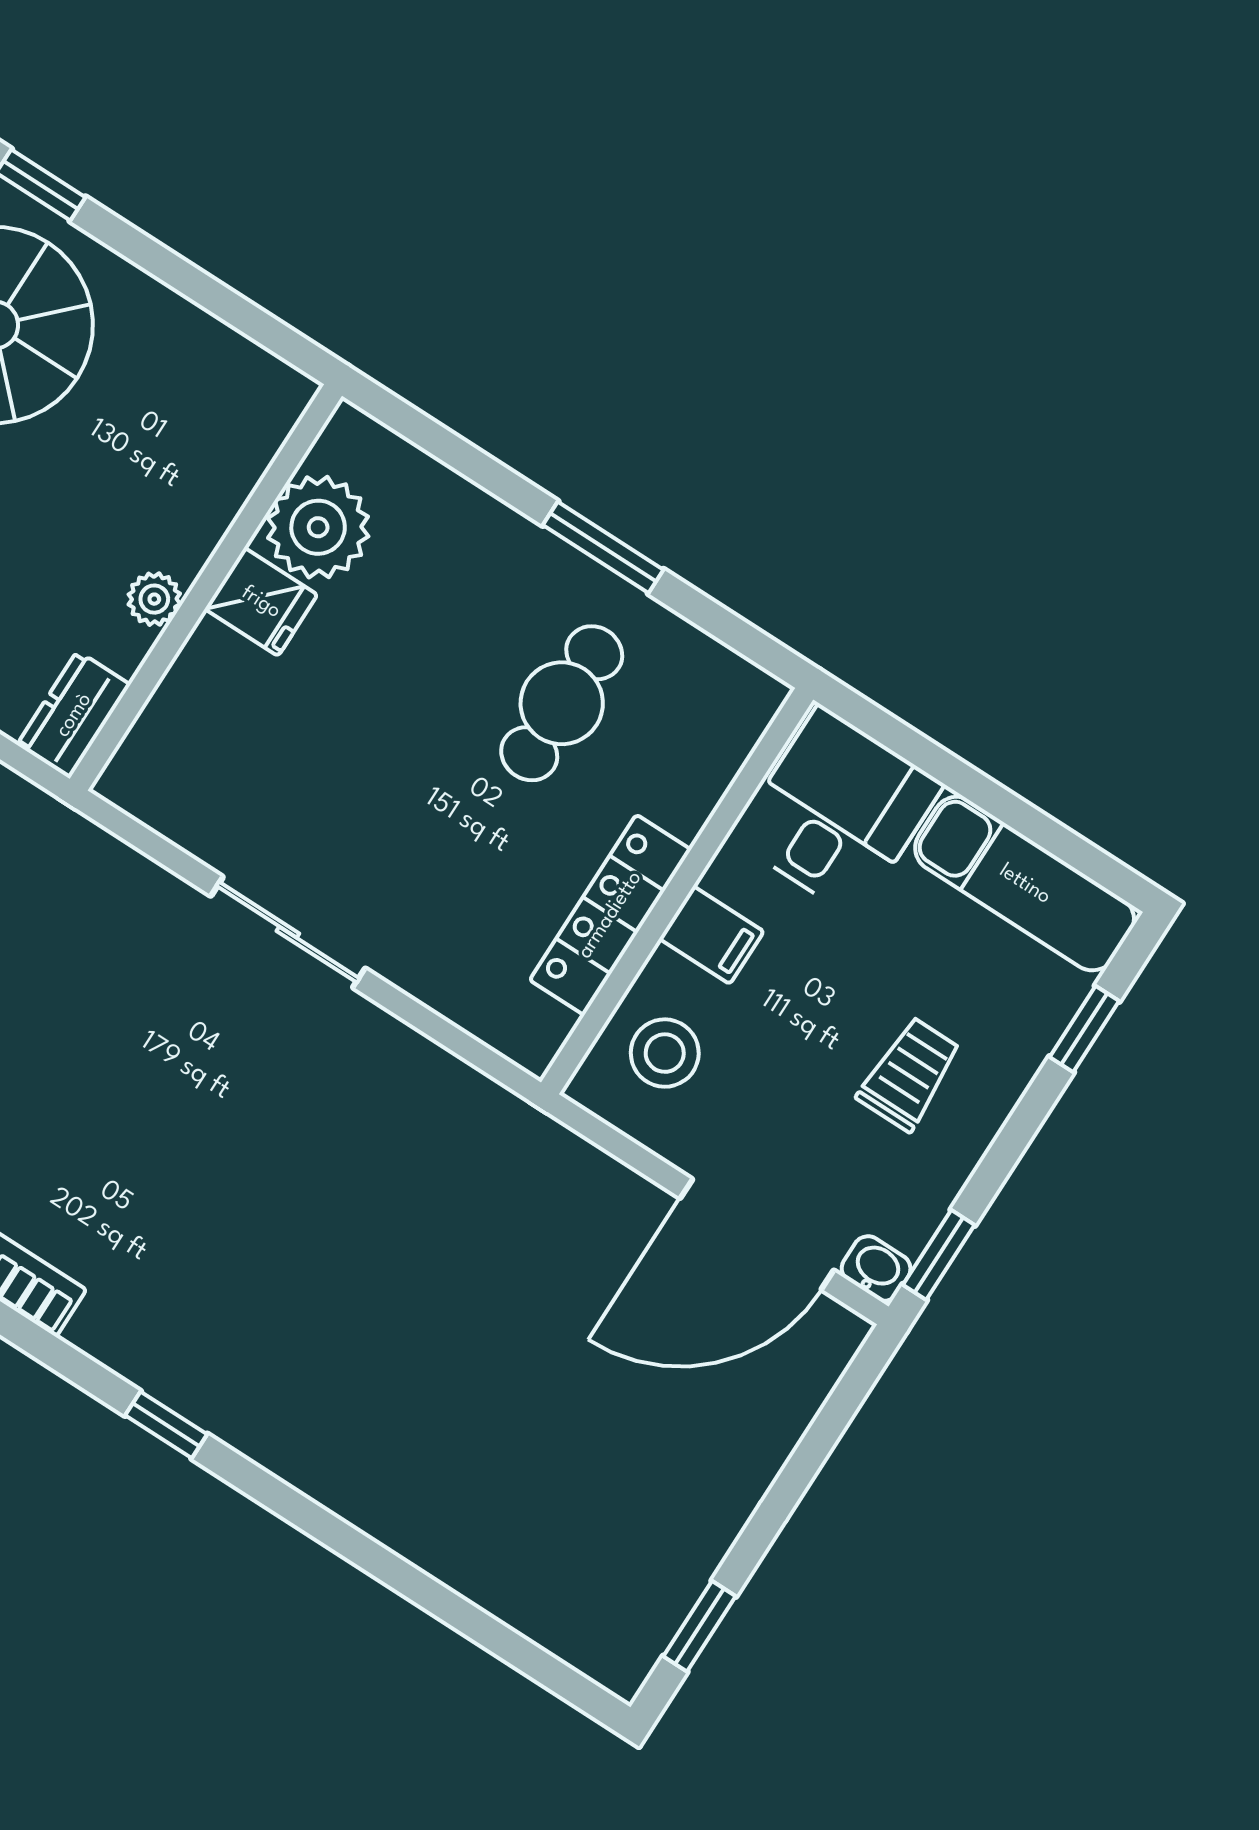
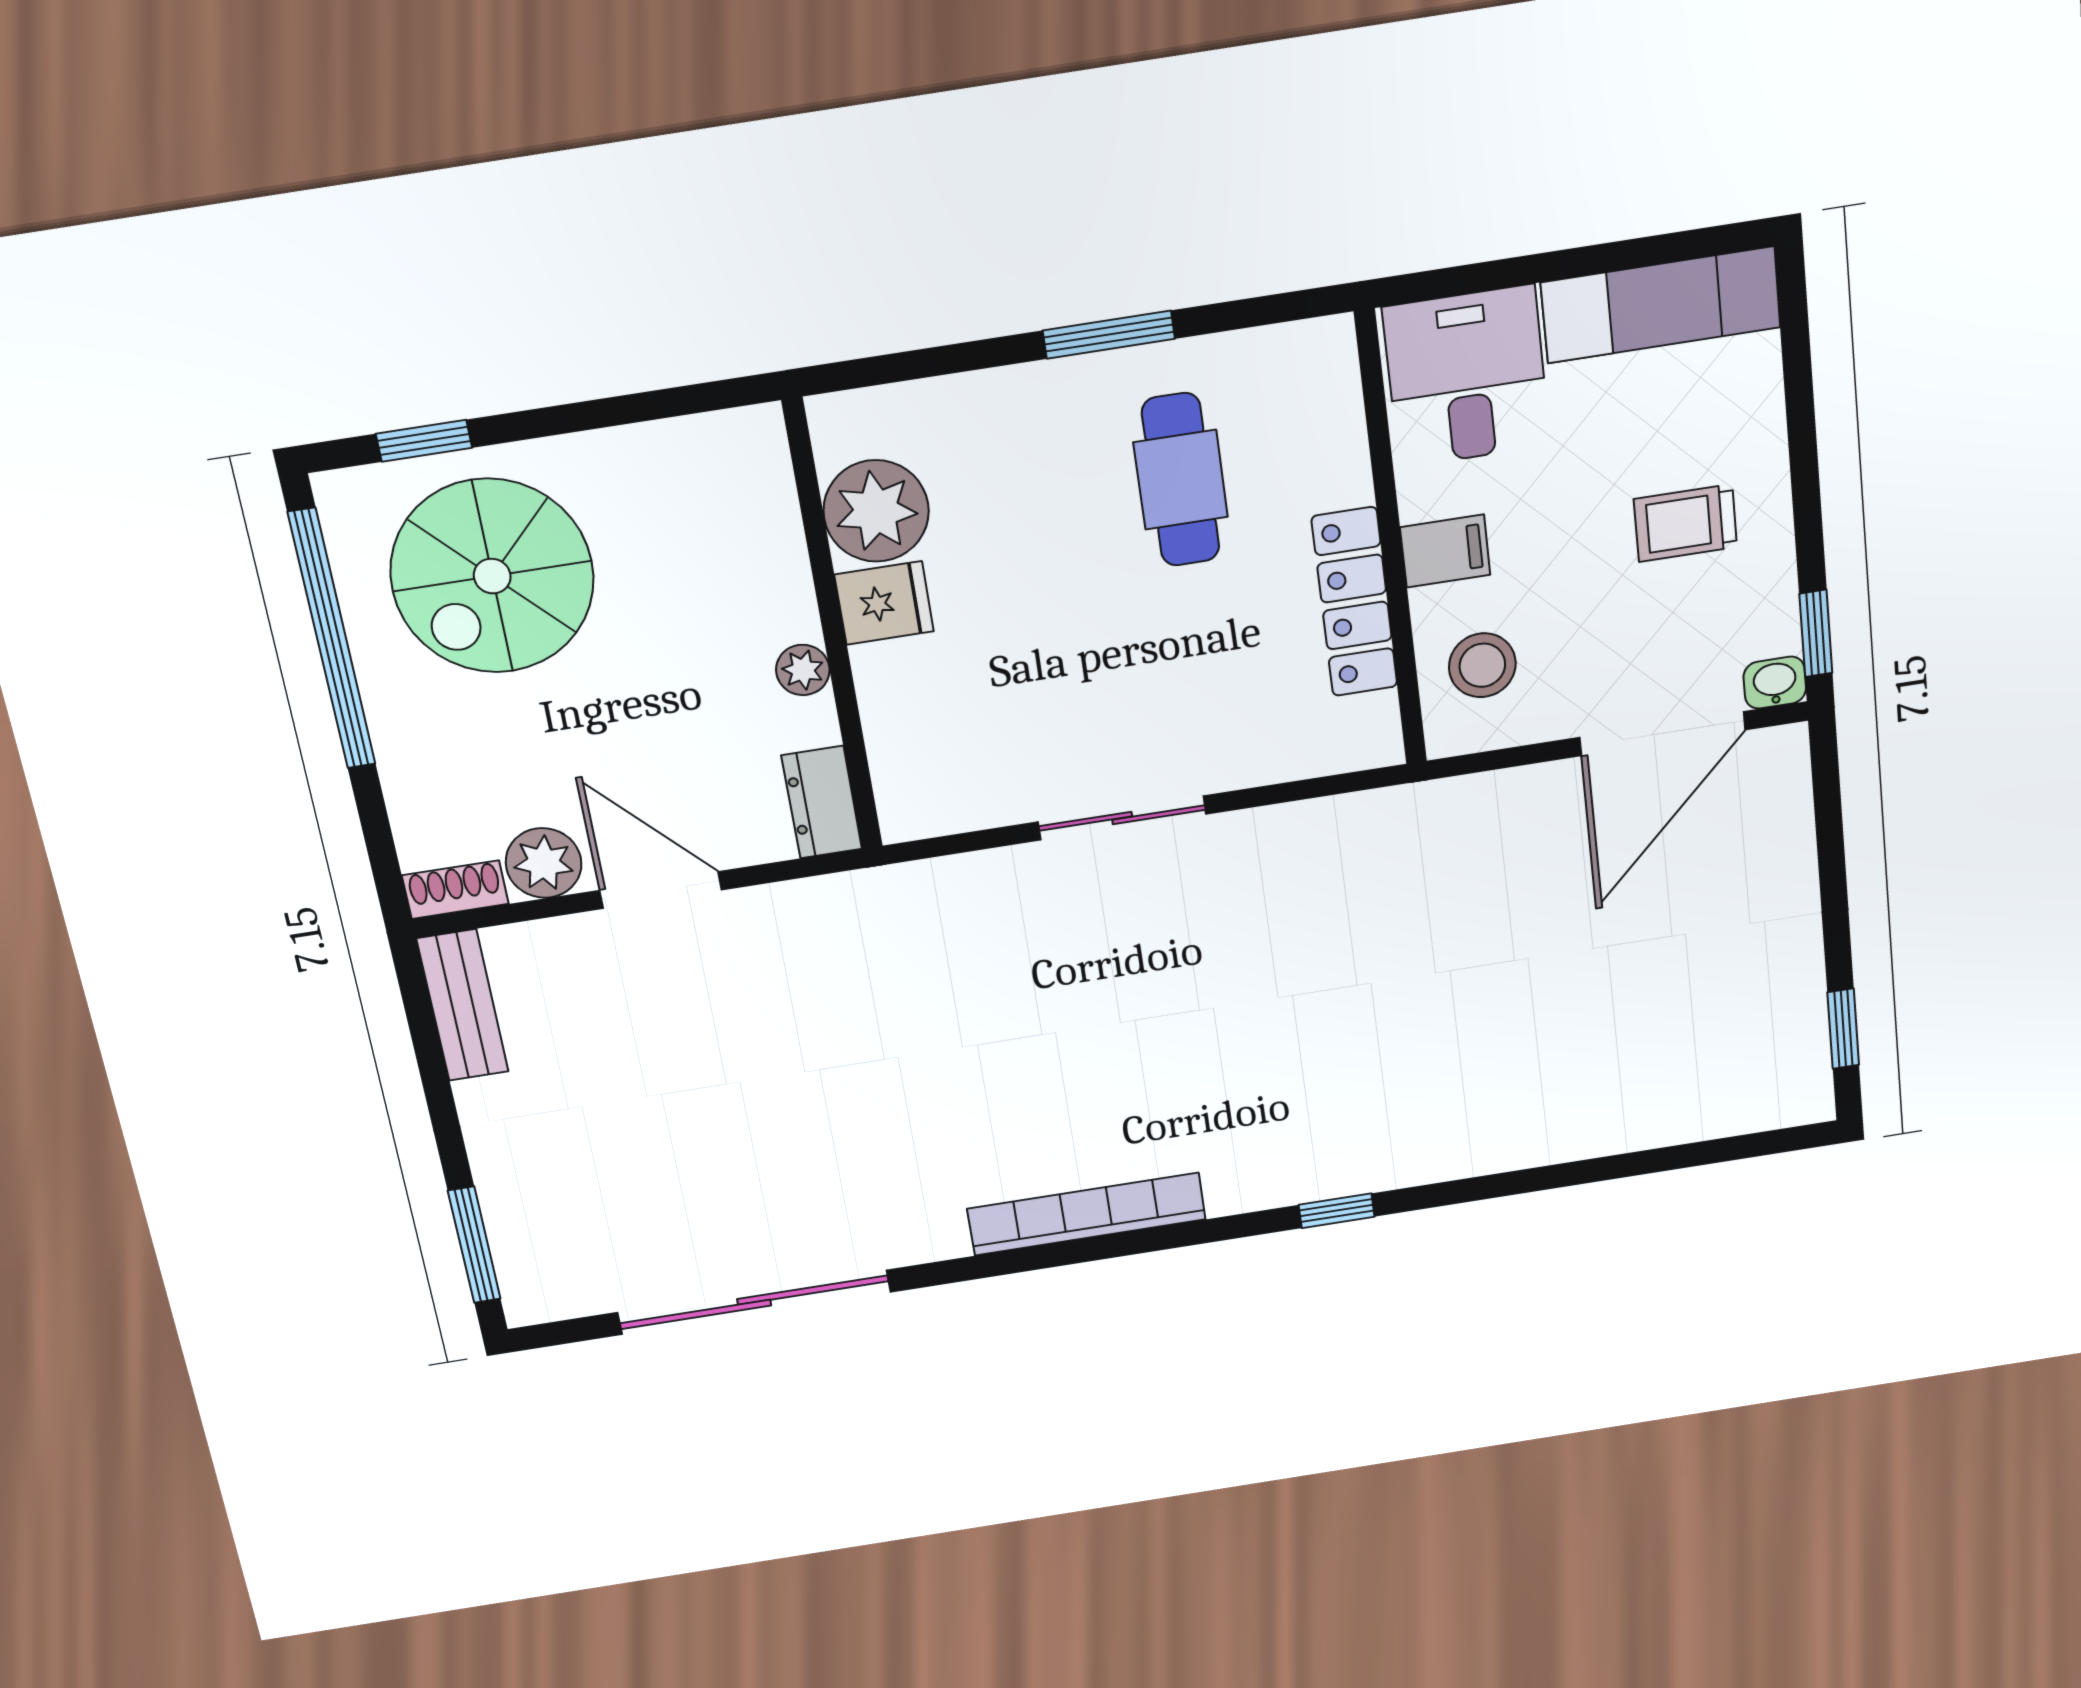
window: (1084, 1029) -> (1798, 375), removed
trolley: (909, 1074) -> (1685, 523), turned -90

